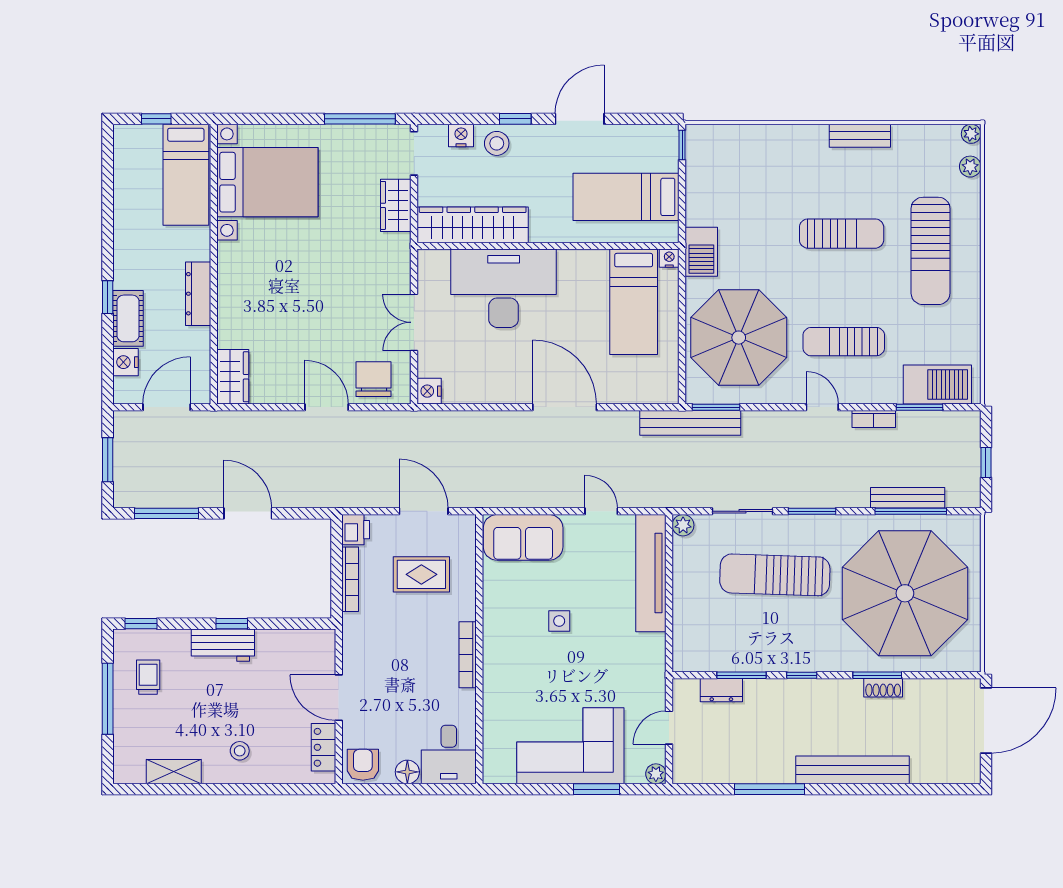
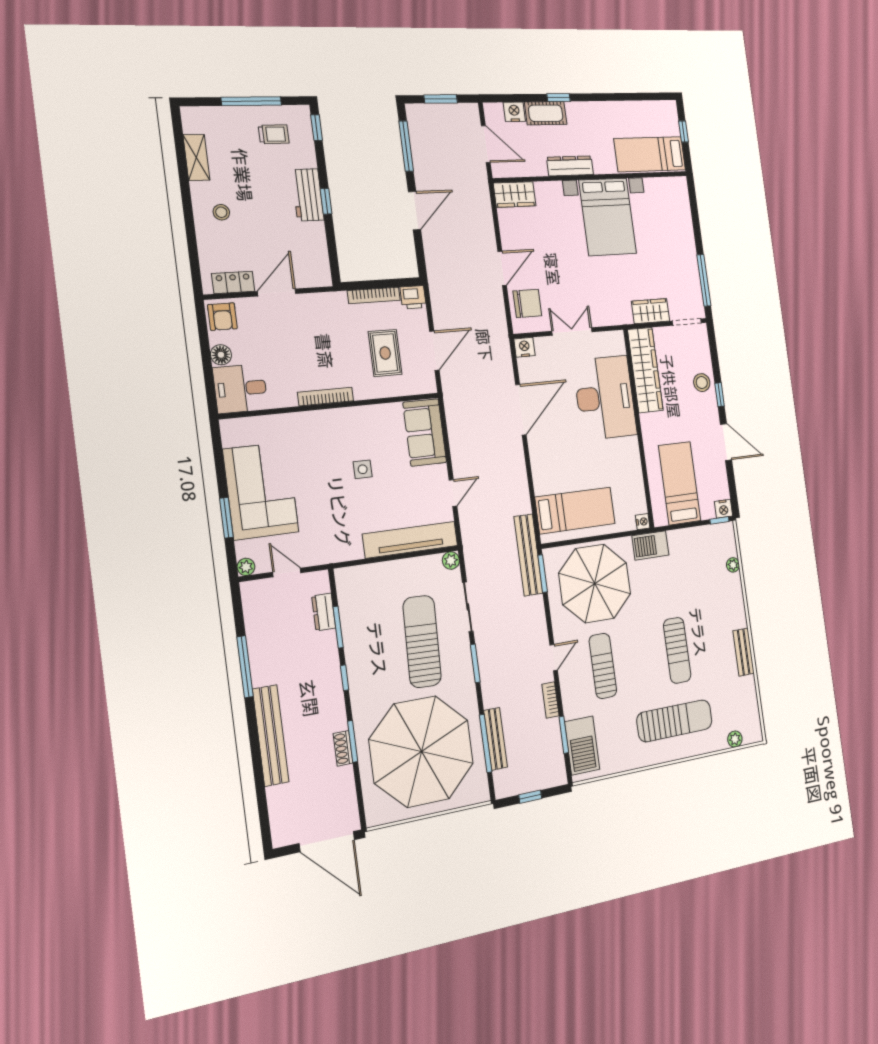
plant: (971, 134) -> (733, 565), moved
nightstand: (461, 136) -> (724, 509), moved, turned 90
bed with nightstands: (267, 182) -> (608, 217), moved
sun lounger: (931, 251) -> (675, 721), turned 180
bed: (634, 302) -> (575, 510), moved, turned 180
door: (565, 407) -> (521, 410), moved
armchair: (363, 765) -> (222, 317), turned 90

